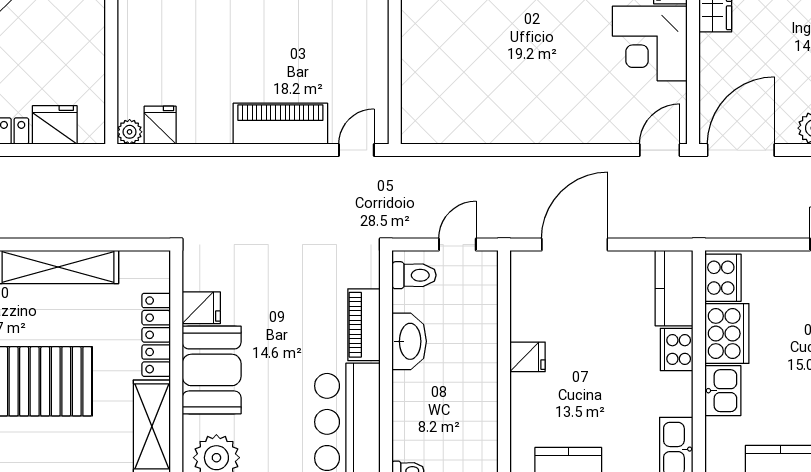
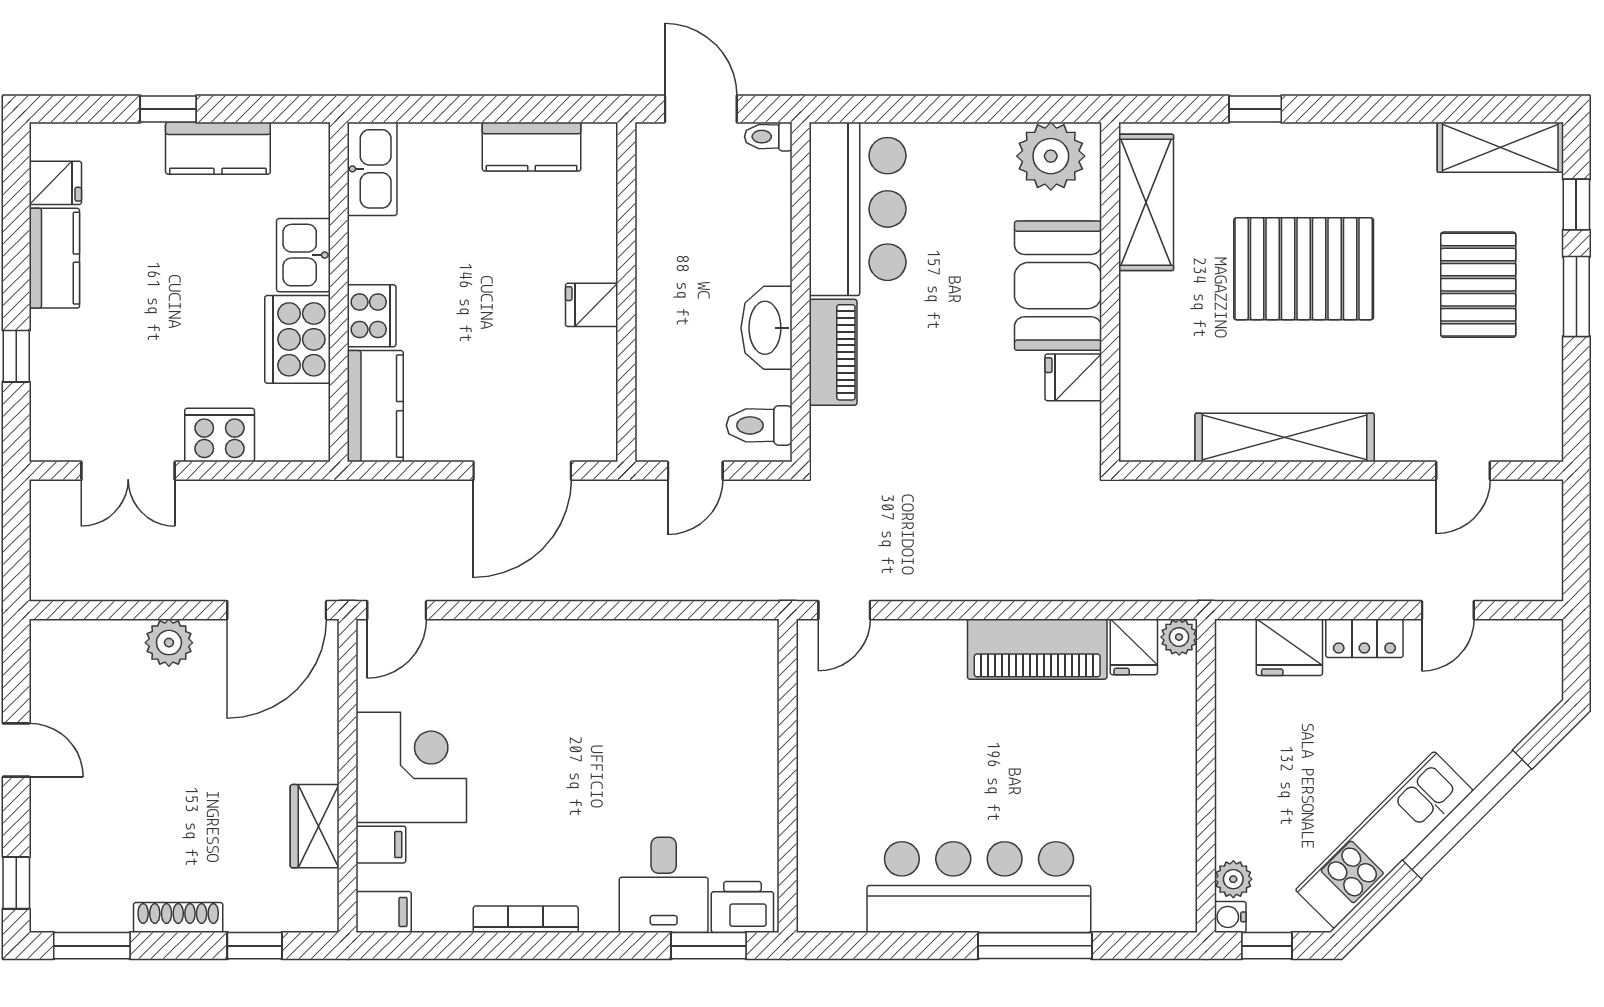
piano: (280, 124) -> (1037, 649), moved
cooker: (723, 278) -> (220, 435), moved, turned 90
locker: (156, 335) -> (1140, 337), removed

